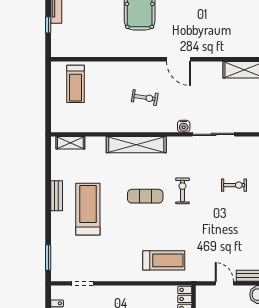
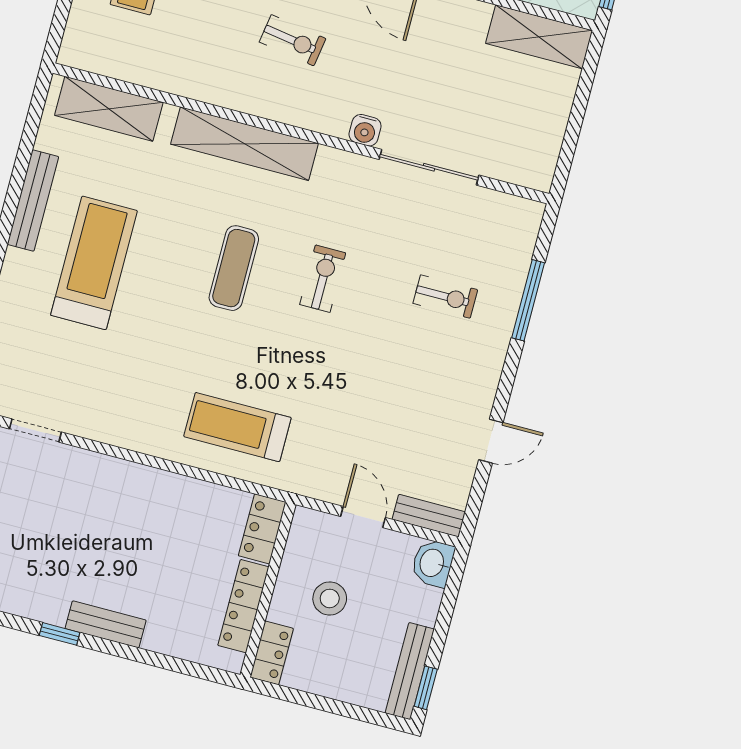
shelving: (70, 143) -> (109, 109), width x1.50, depth x1.33
bench: (57, 196) -> (33, 201), width x1.36
exercise mat: (145, 196) -> (234, 268), turned 90
treadmill: (164, 260) -> (237, 427), turned 180

